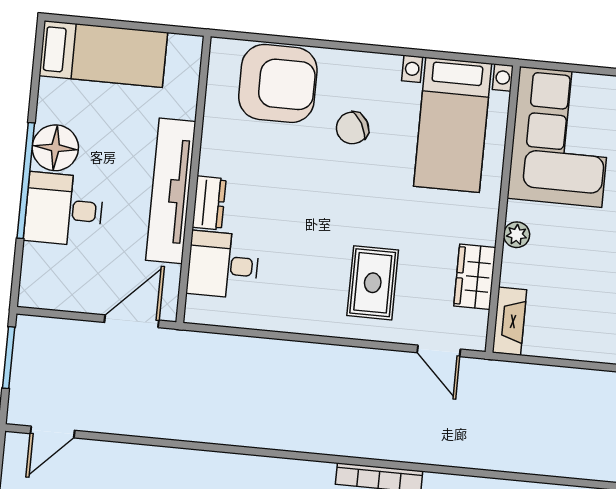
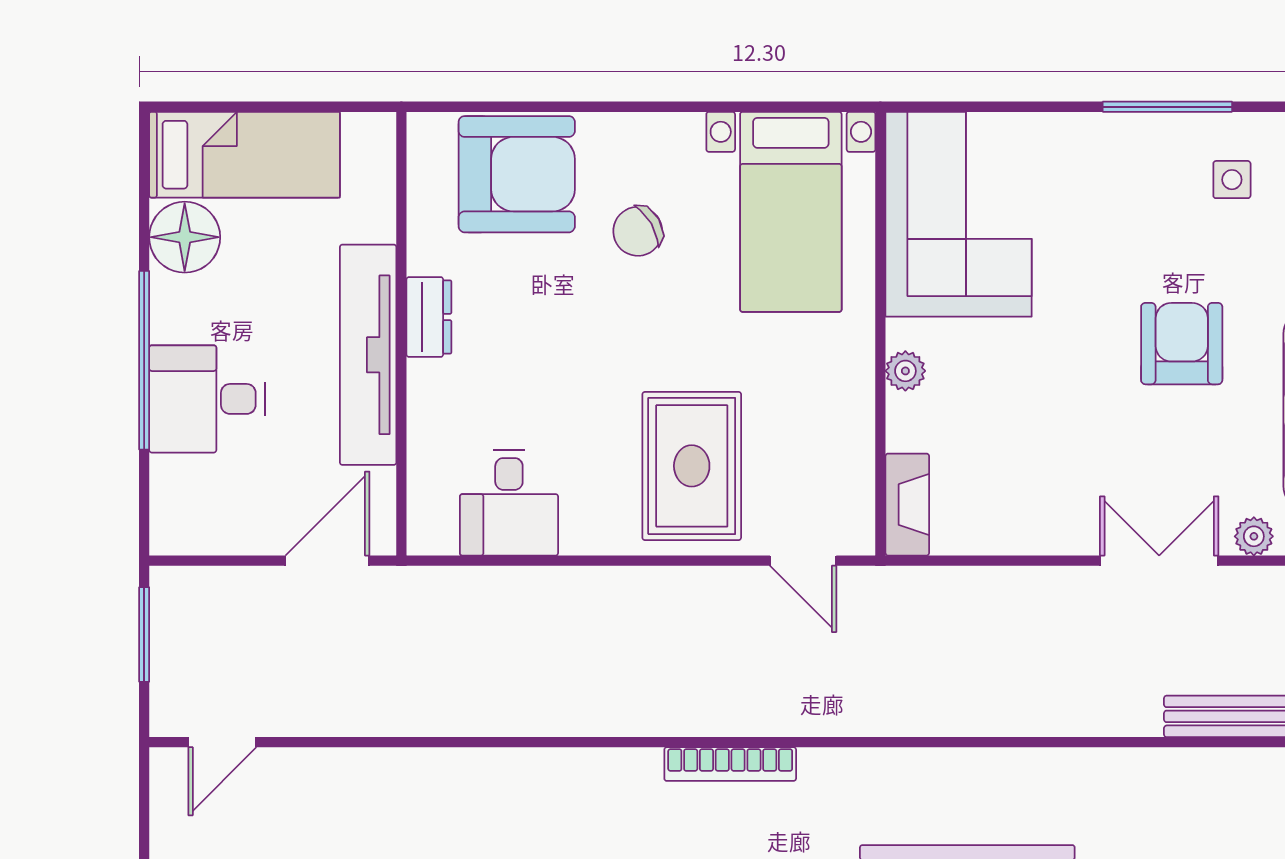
floor lamp: (55, 148) -> (185, 237), moved
dresser: (209, 203) -> (429, 317), moved
desk: (223, 265) -> (509, 503), moved, turned -90
wardrobe: (475, 277) -> (847, 442), removed
rug: (373, 283) -> (692, 466), width x1.36, depth x1.43

